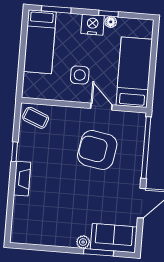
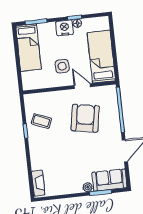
coffee table: (36, 118) -> (41, 121), moved
armchair: (97, 150) -> (85, 118), turned 90
fireplace: (22, 179) -> (38, 183), moved

